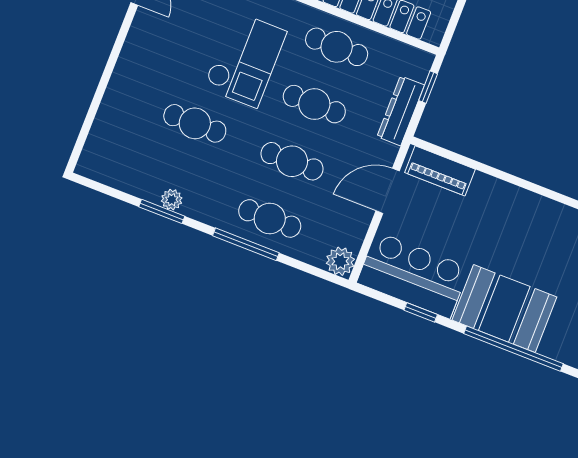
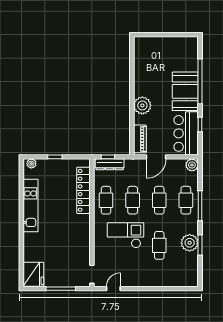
dresser: (401, 111) -> (110, 164), moved
door: (388, 191) -> (156, 157), hinge flipped
plant: (172, 200) -> (190, 243), width x1.87, depth x1.87
plant: (510, 204) -> (142, 105), added

